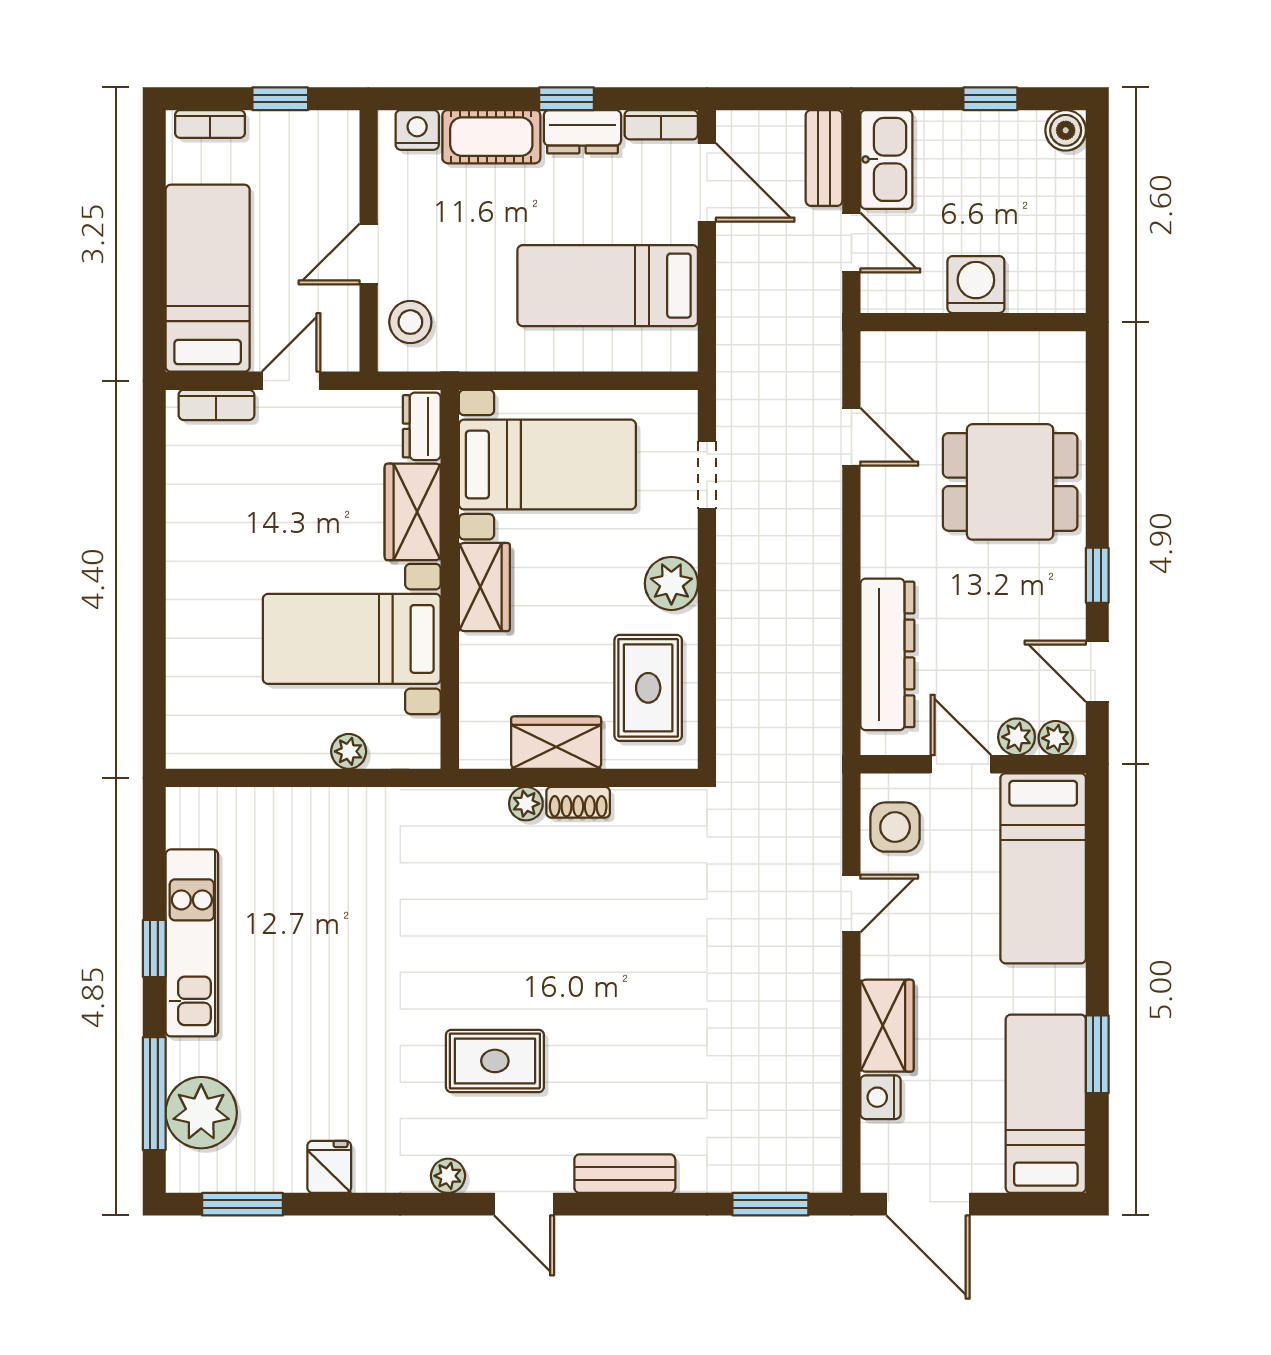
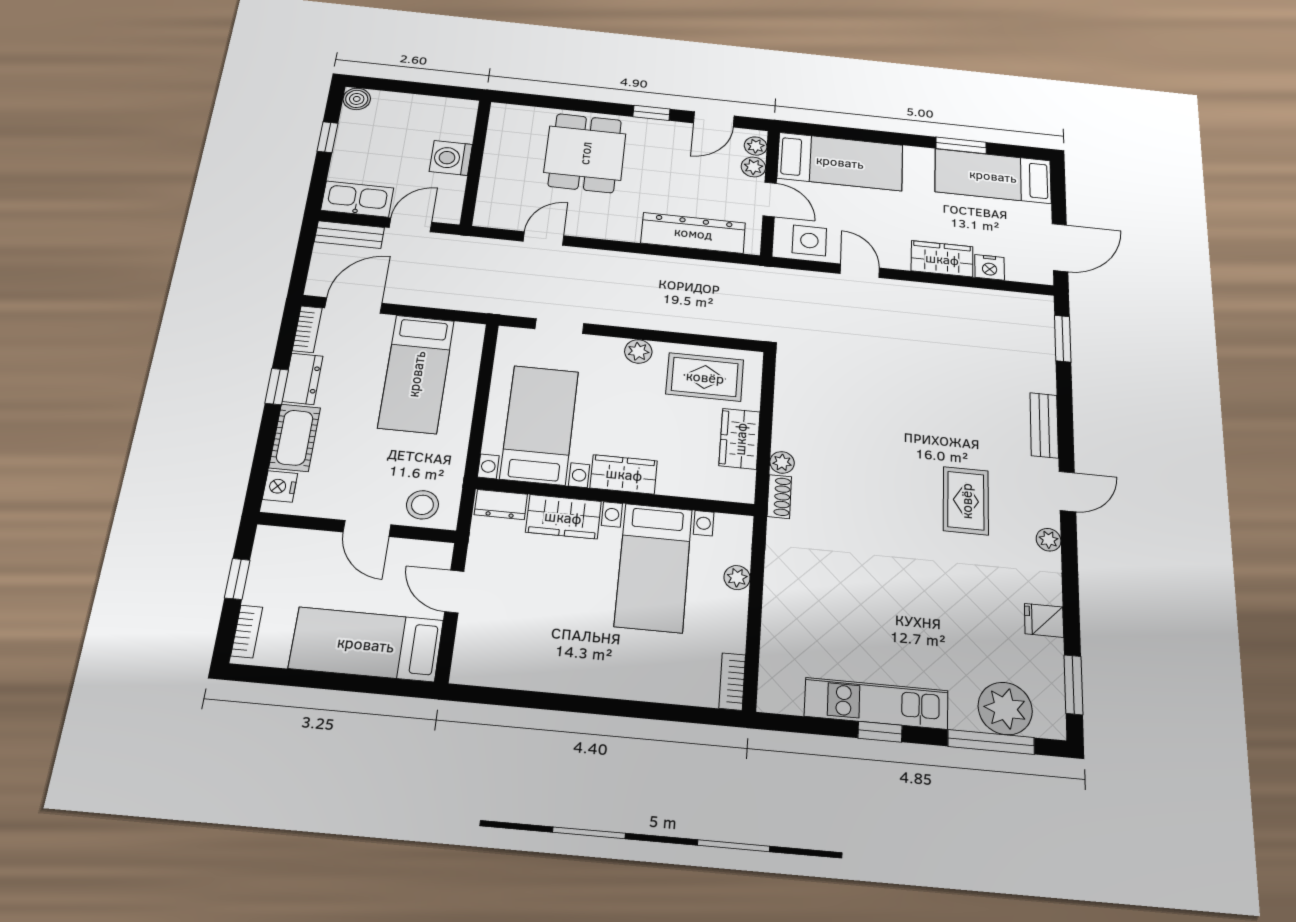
bookcase: (216, 405) -> (732, 681), moved, turned 180
plant: (671, 583) -> (638, 351), width x0.73, depth x0.73
door: (961, 764) -> (770, 199), swing flipped
shoe rack: (578, 802) -> (779, 497), moved

